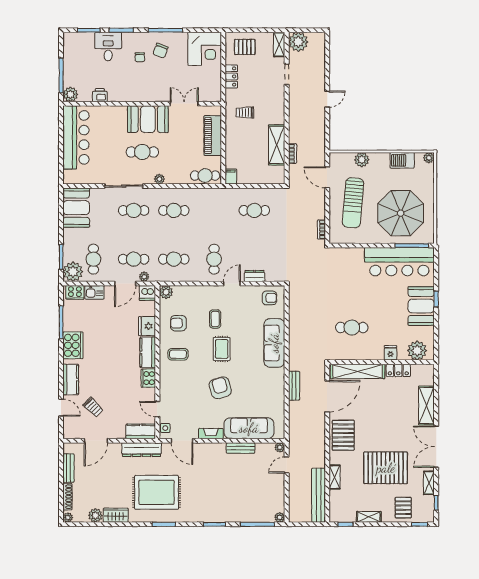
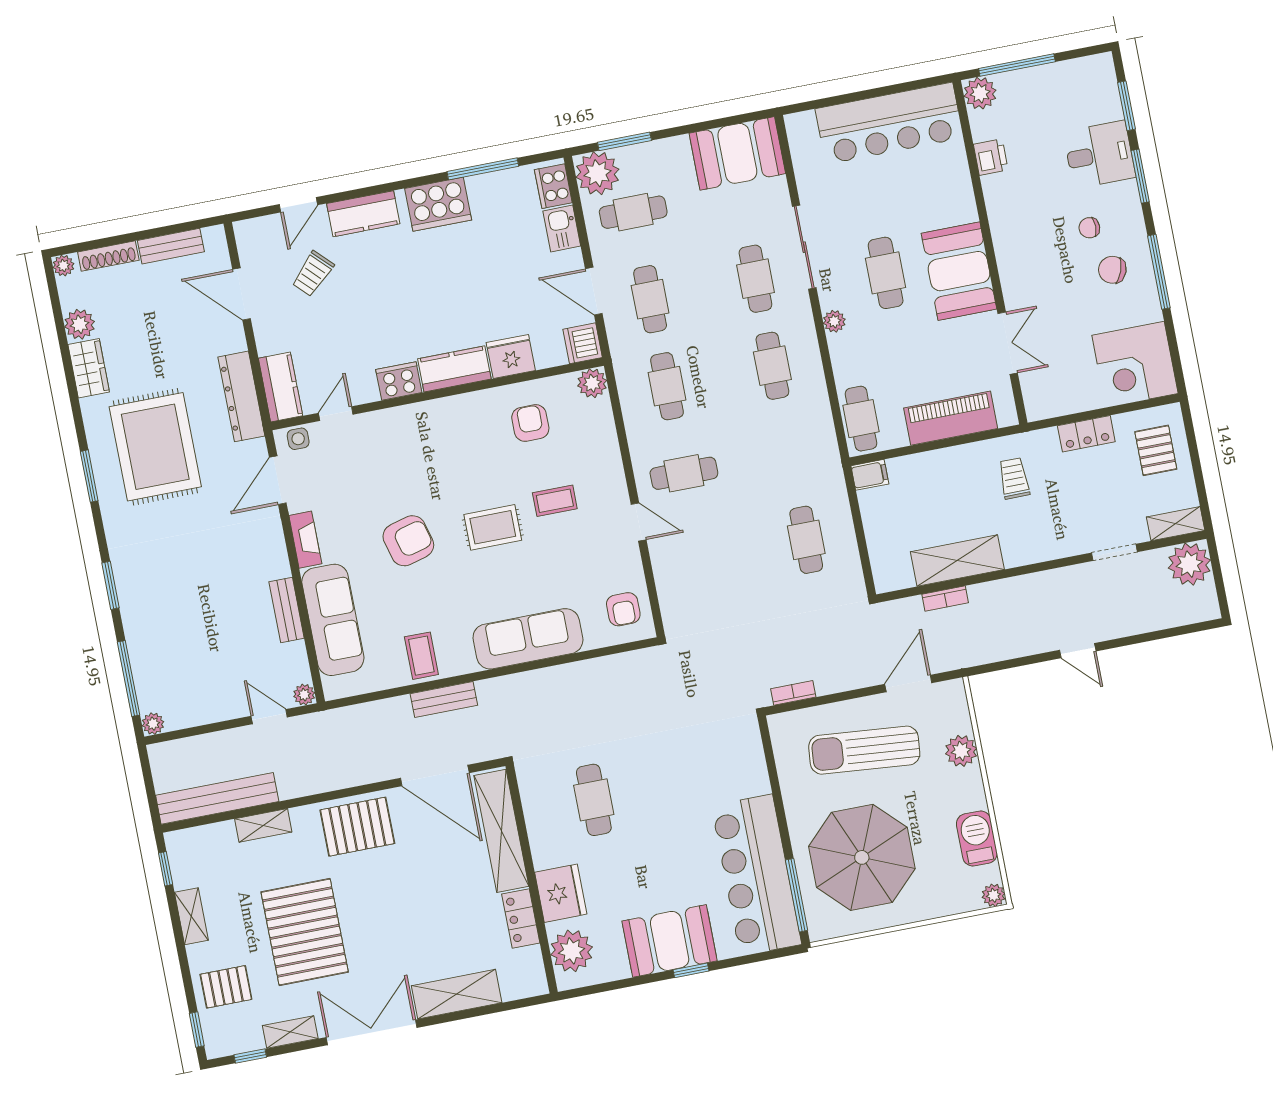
dresser: (254, 276) -> (665, 568), removed
plant: (144, 277) -> (616, 329), removed
fridge: (390, 353) -> (561, 893), width x1.88, depth x1.34
coffee table: (178, 354) -> (421, 656), moved

